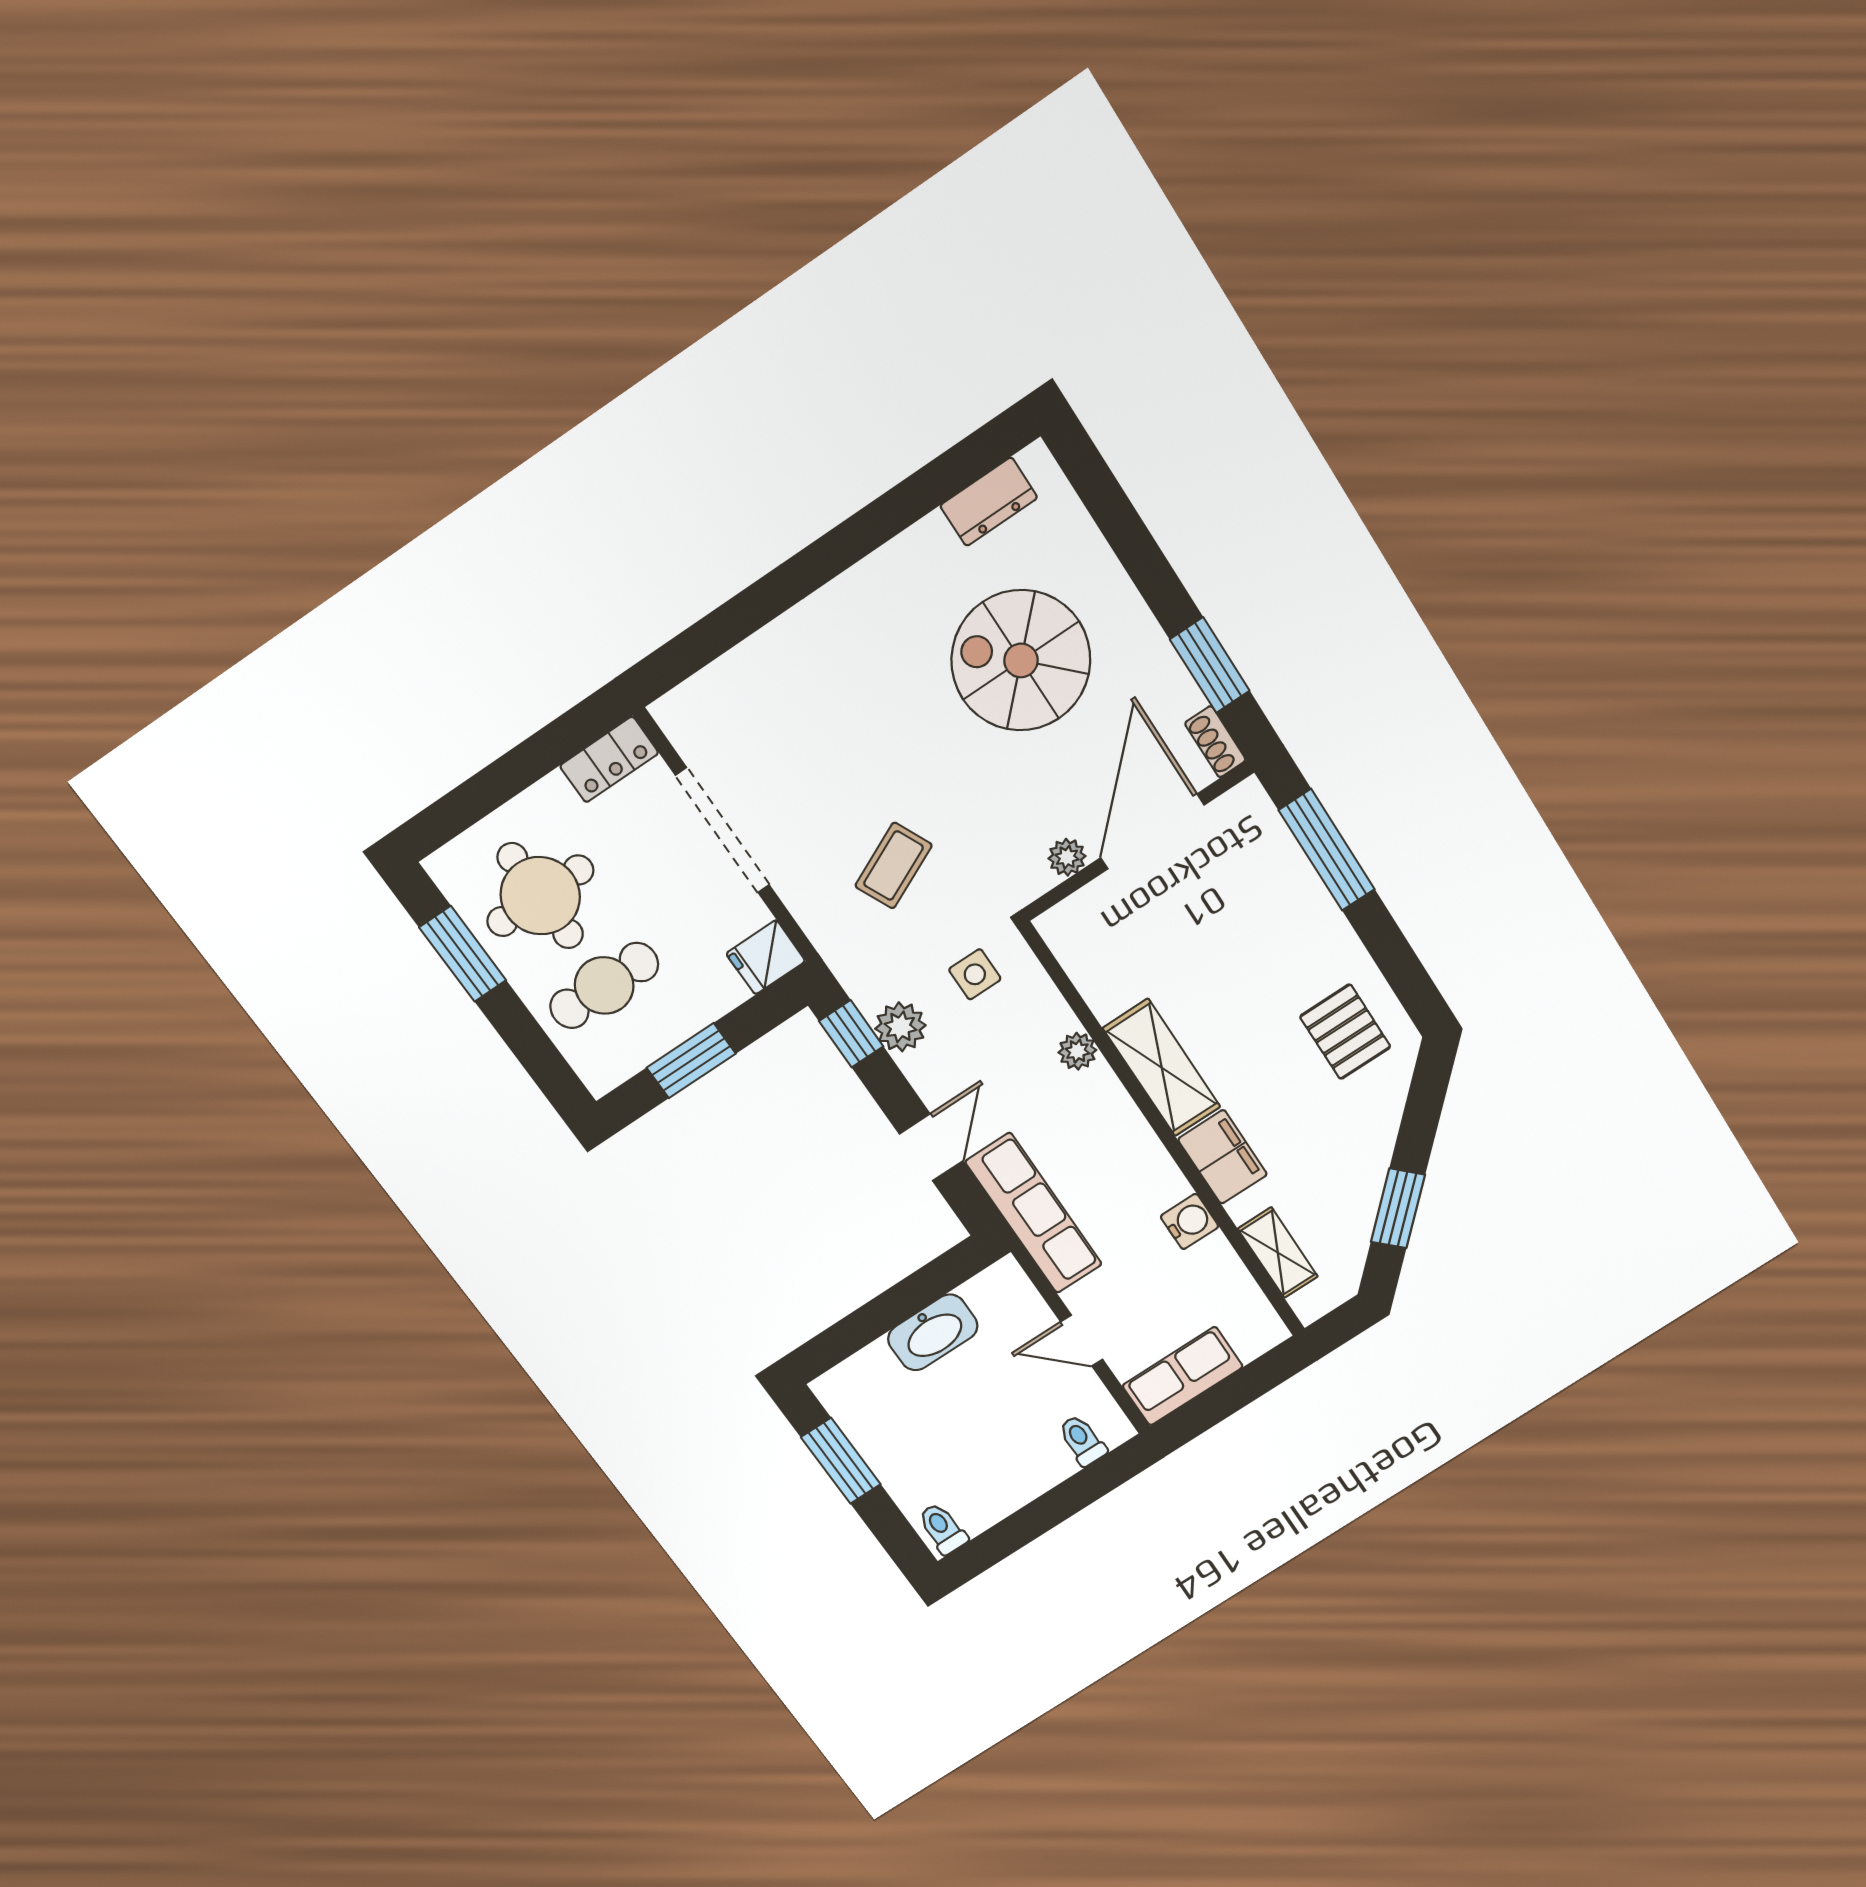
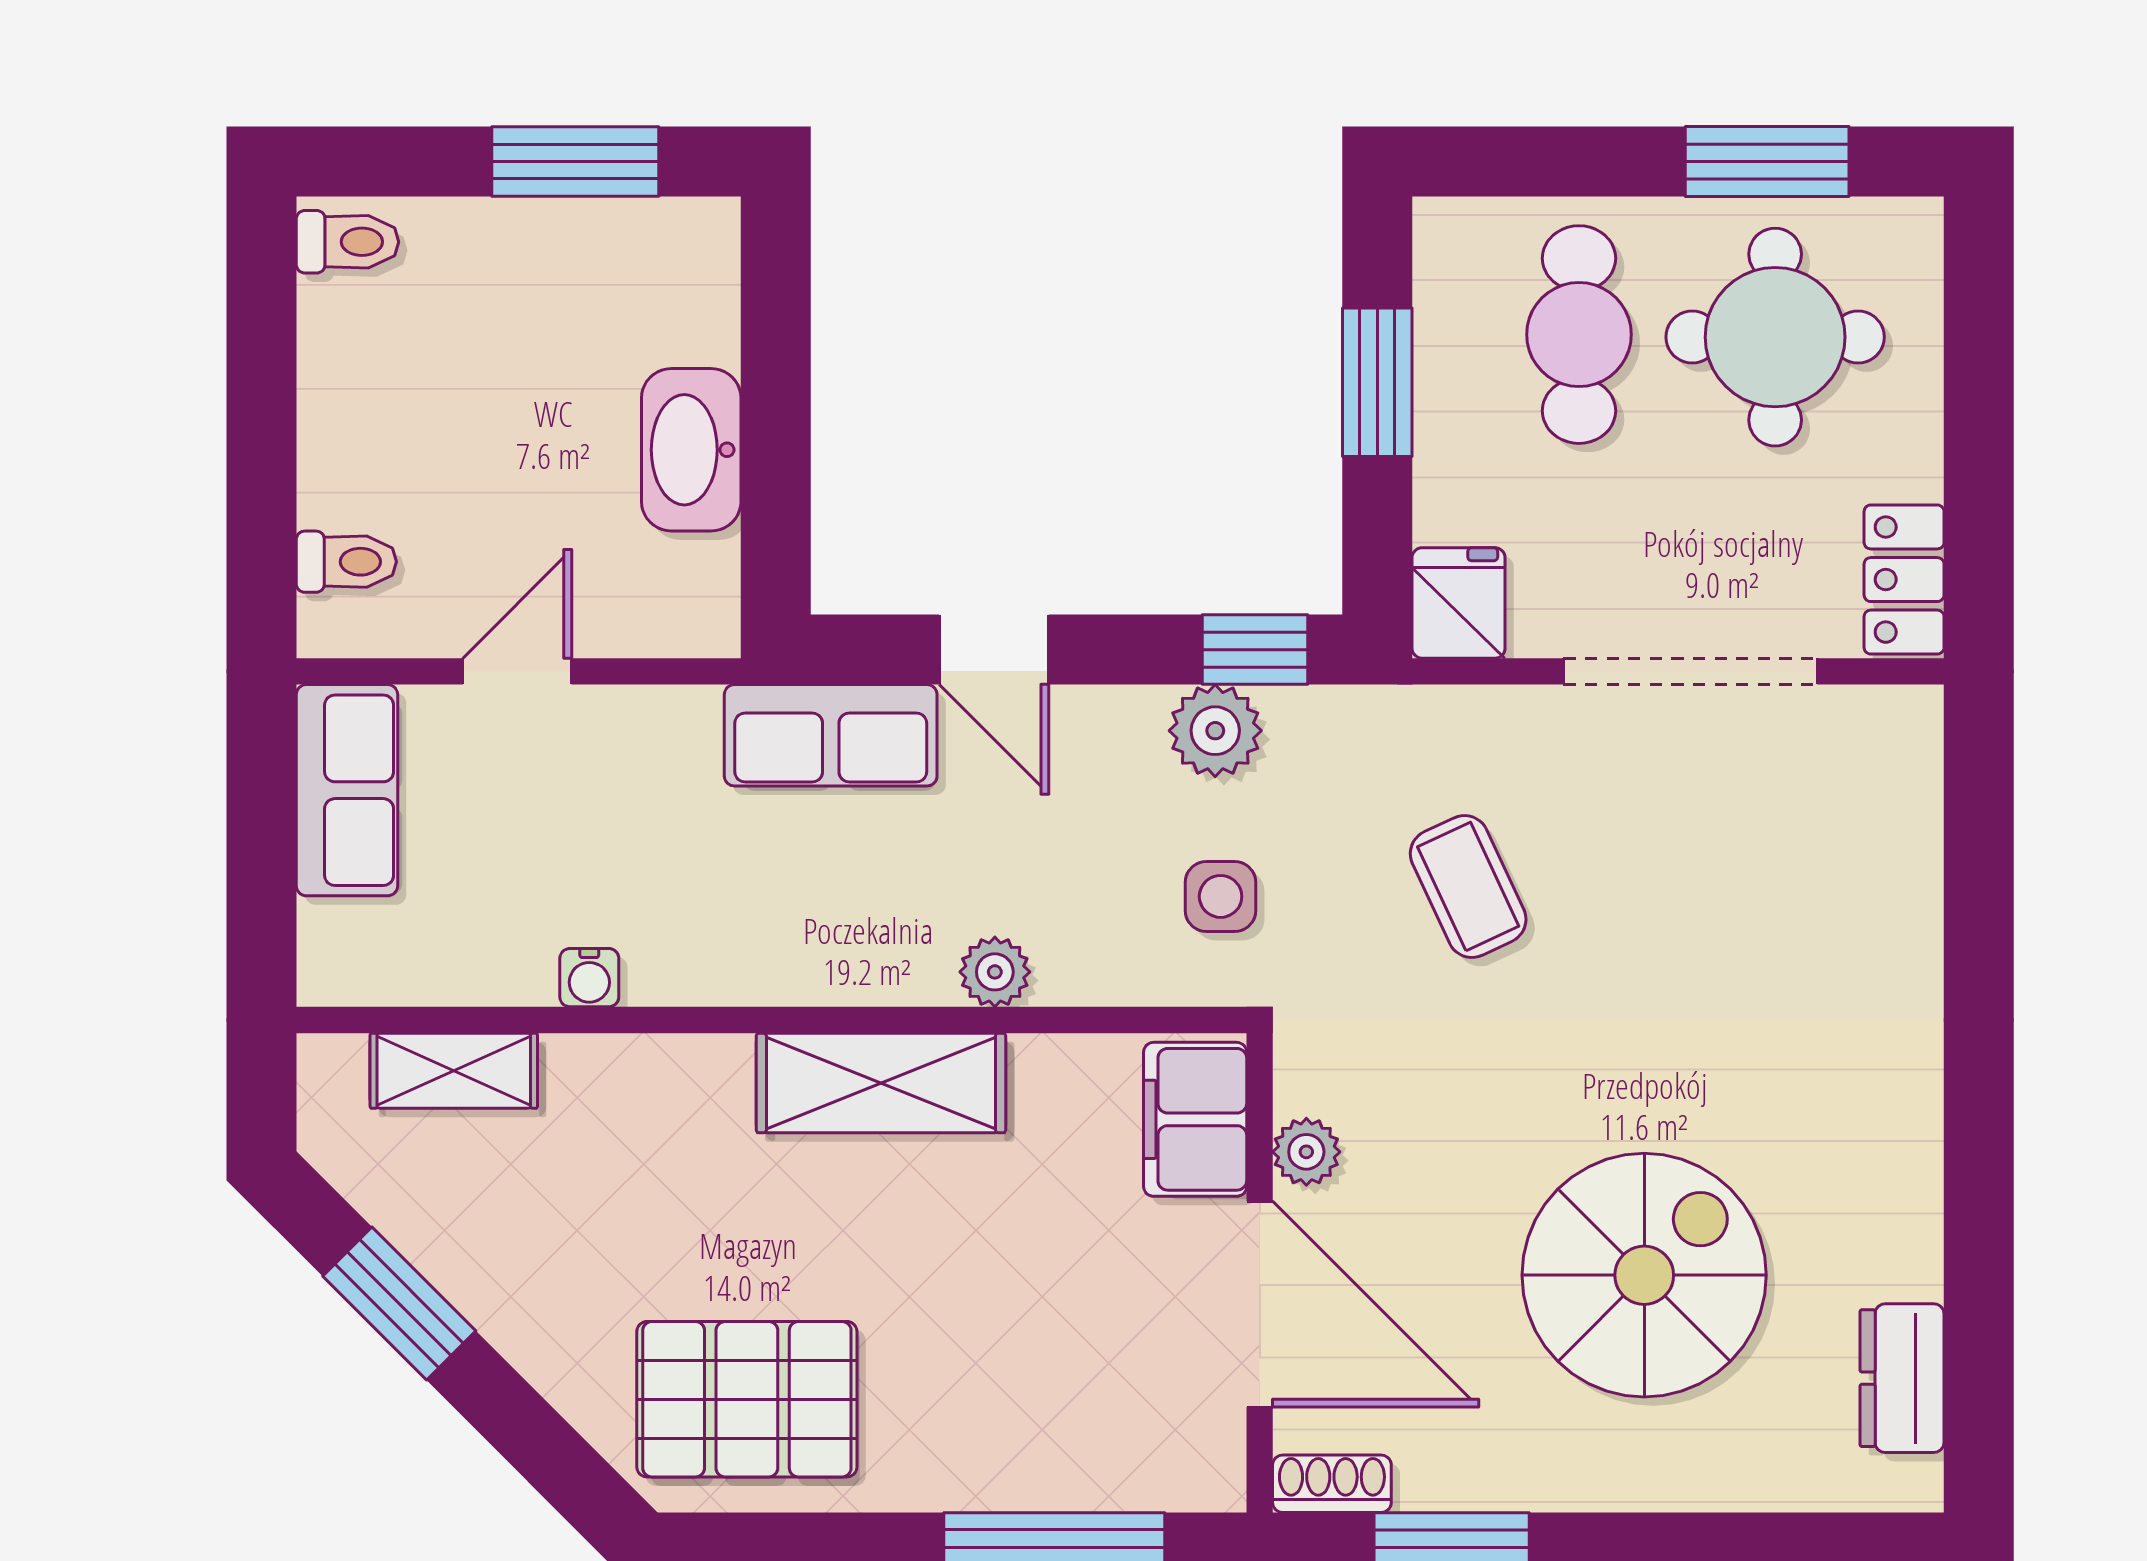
pallet: (1345, 1032) -> (747, 1399), width x1.50, depth x1.42
filing cabinet: (1223, 1157) -> (1195, 1119), moved, turned 90
row of seats: (1034, 1213) -> (831, 735), width x0.68
water cooler: (1190, 1222) -> (589, 978), width x0.72, depth x0.72

